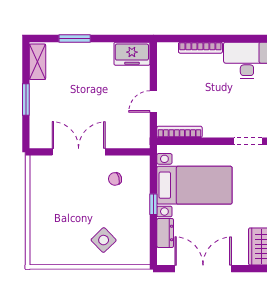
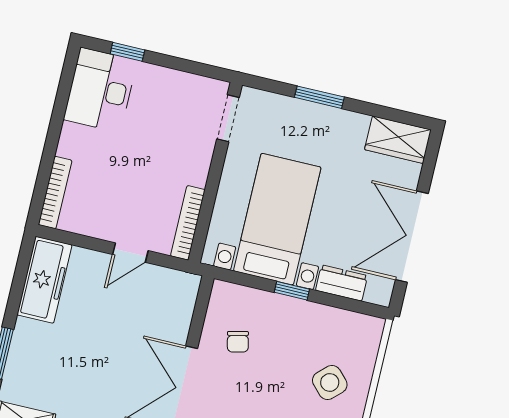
bookcase: (200, 48) -> (55, 193), moved
freezer: (132, 54) -> (44, 280), width x1.40
door: (153, 102) -> (130, 253), hinge flipped

